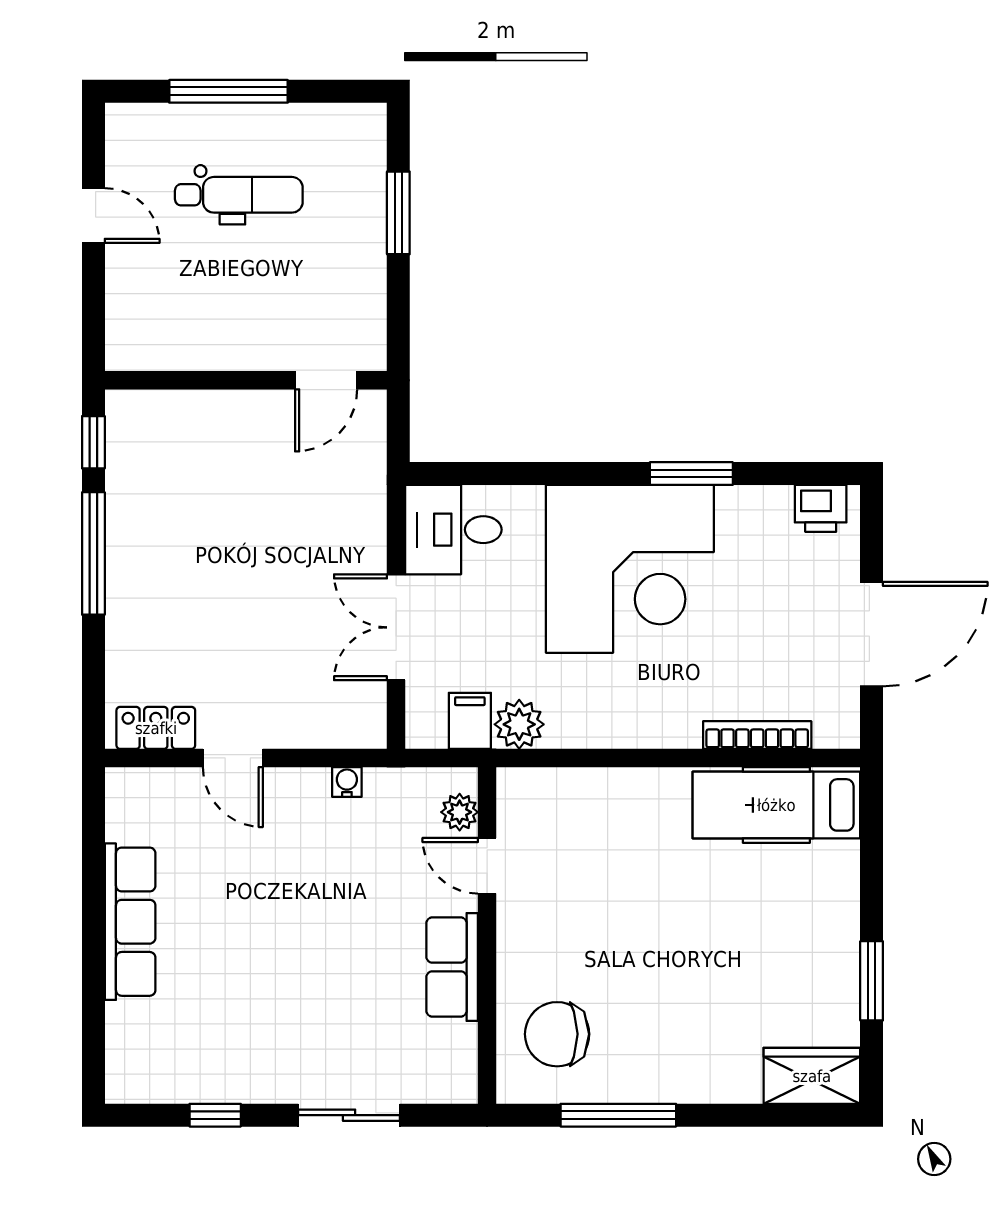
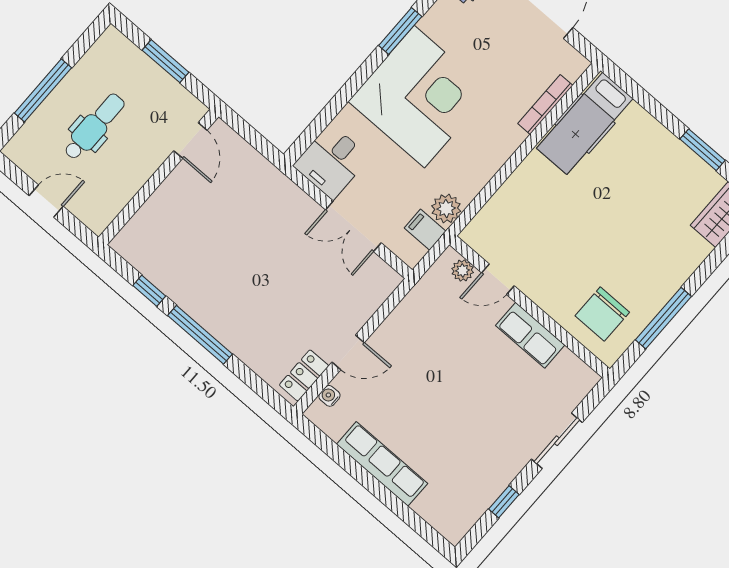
wall: (246, 380) -> (159, 177), moved
door: (326, 380) -> (190, 140), moved
water cooler: (347, 782) -> (329, 396), moved

